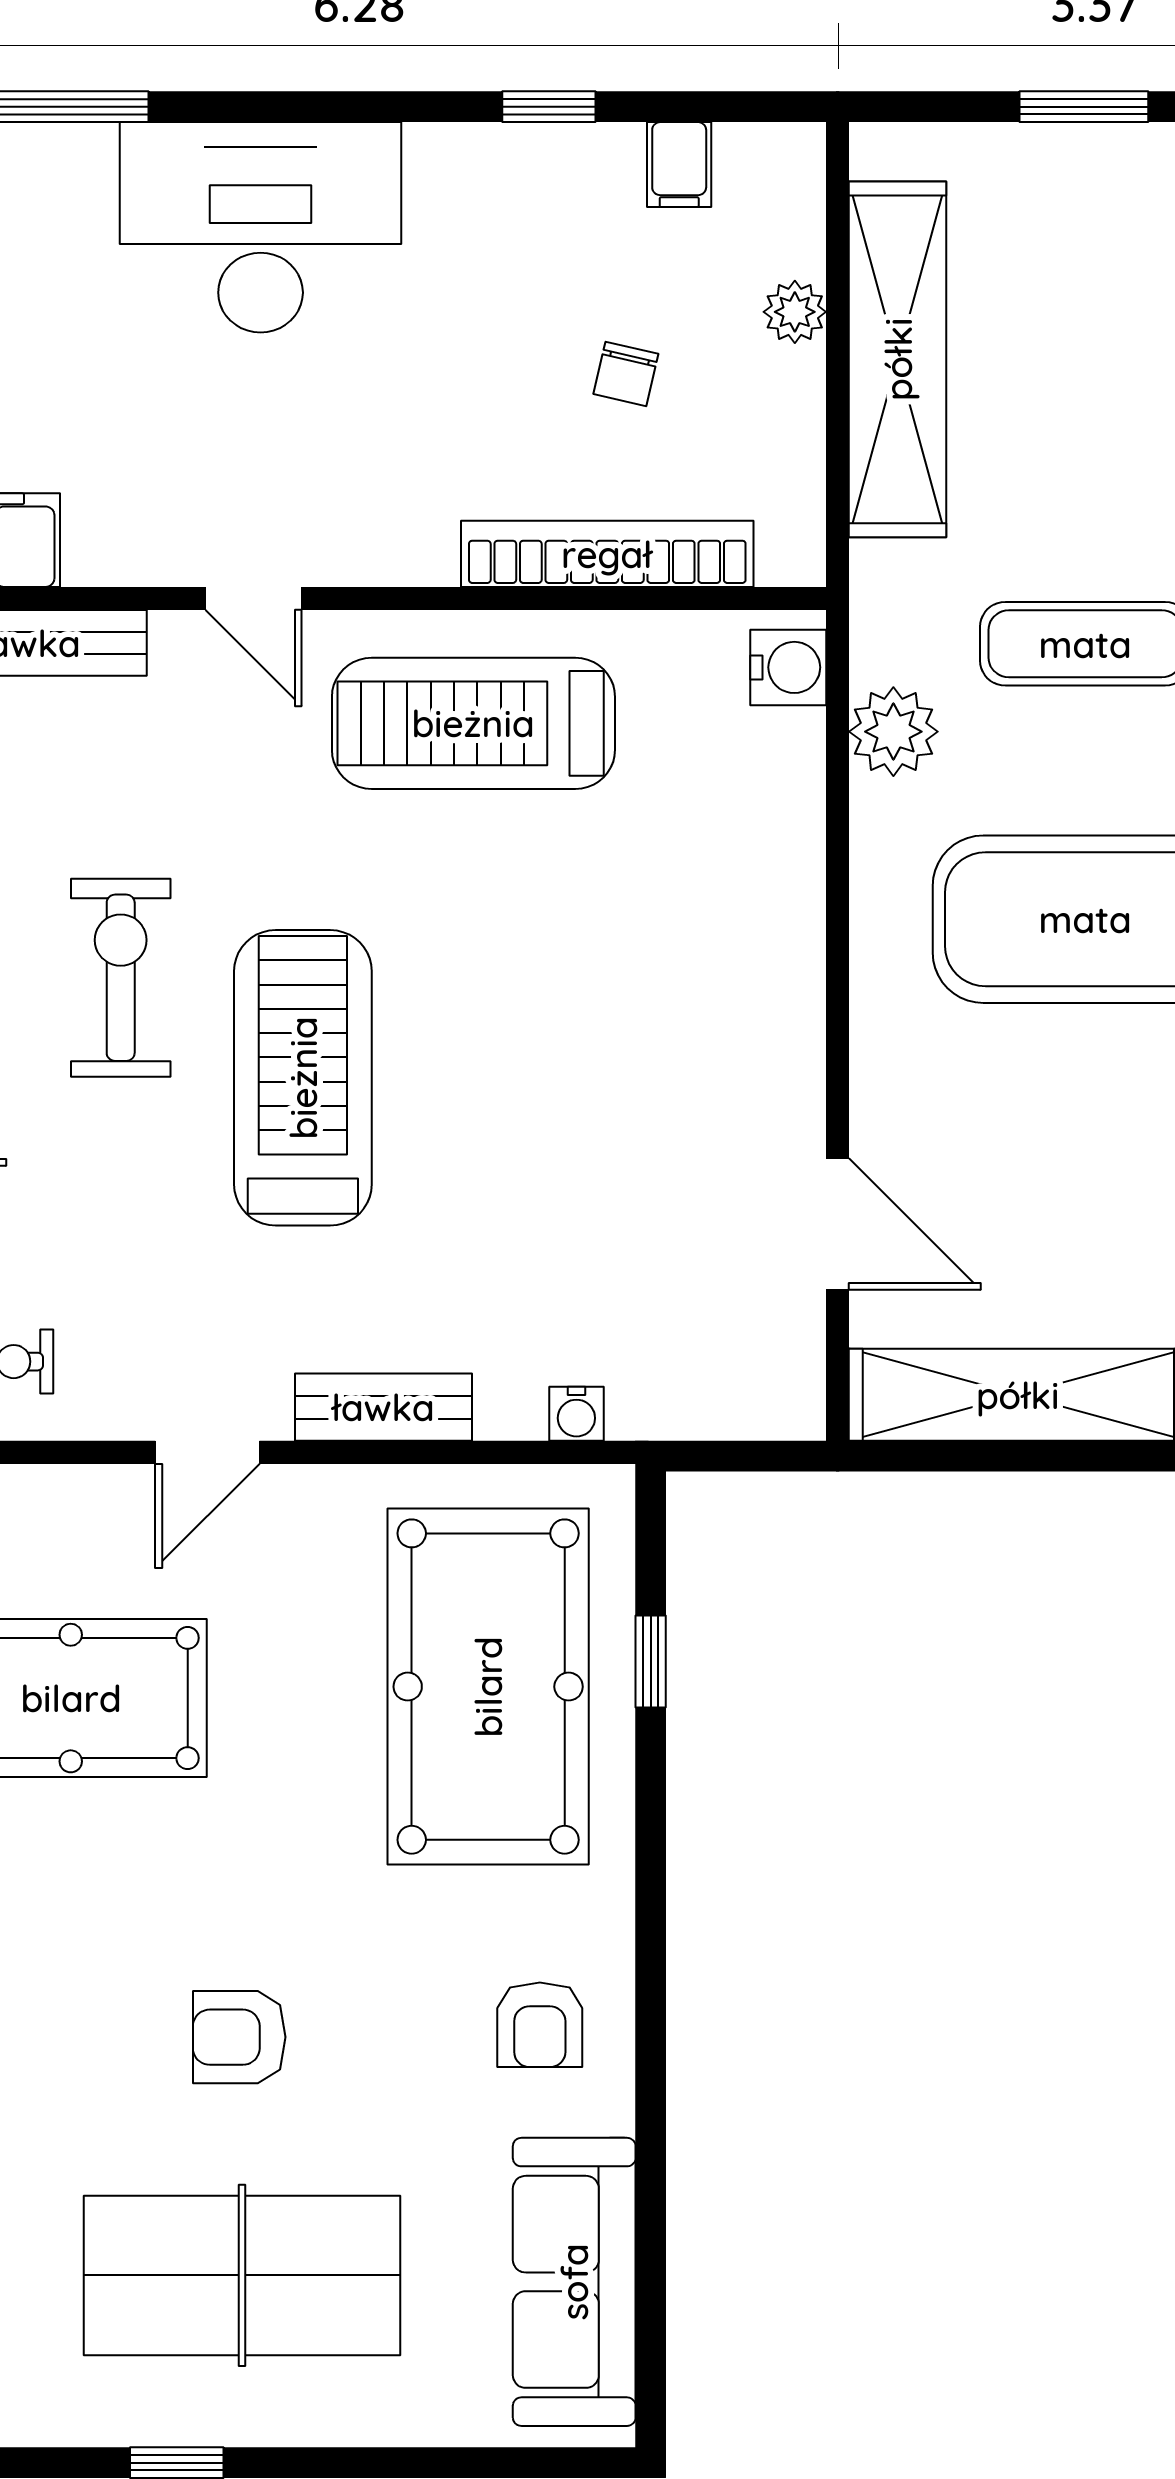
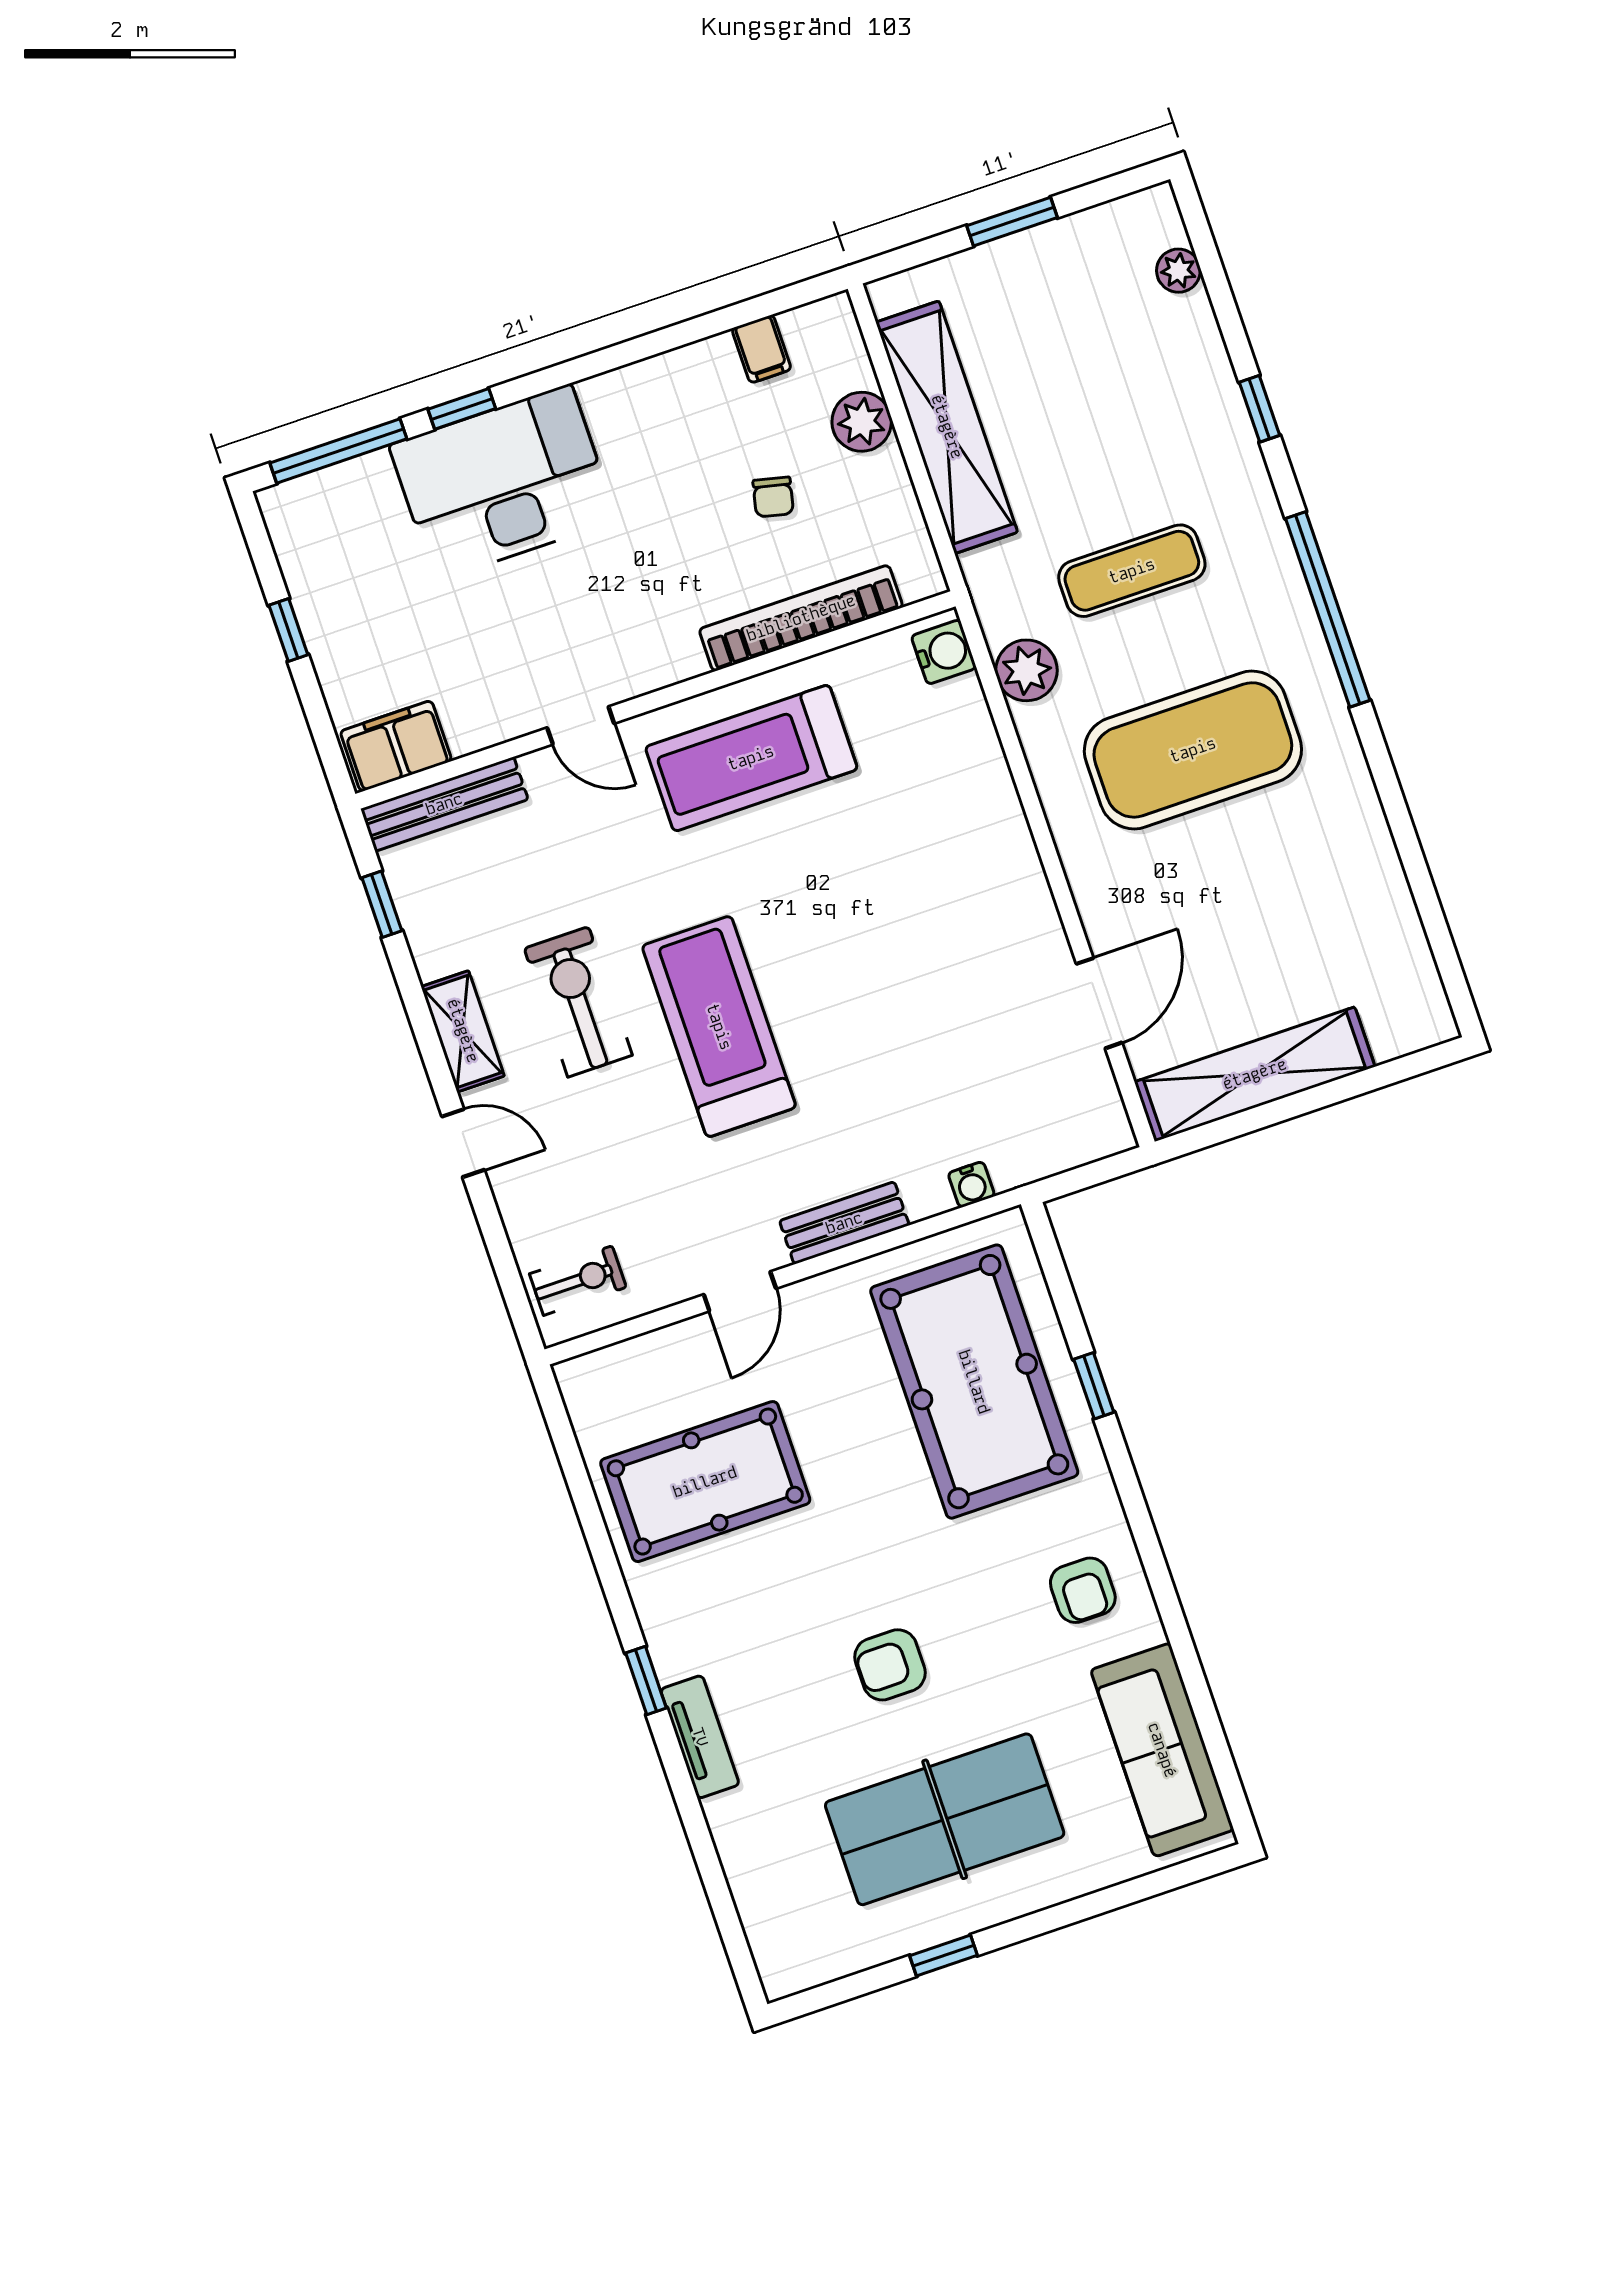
window: (549, 107) -> (462, 409), moved
plant: (795, 312) -> (862, 422), width x1.38, depth x1.38
door: (838, 1224) -> (1099, 1003), hinge flipped
window: (651, 1662) -> (1094, 1386), moved

